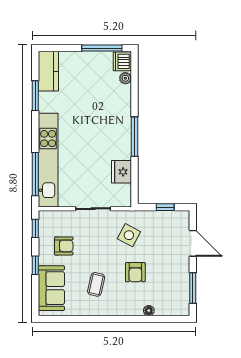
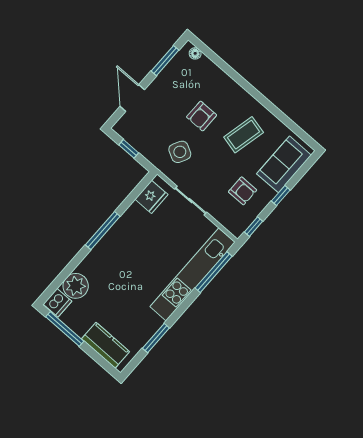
kitchen counter: (48, 71) -> (106, 345), moved, turned 90
plant: (125, 78) -> (76, 286), width x1.88, depth x1.88
fridge: (122, 172) -> (151, 197), moved
armchair: (64, 246) -> (243, 191), turned 180
armchair: (135, 272) -> (202, 116), turned 180
coffee table: (96, 284) -> (244, 135), width x1.36, depth x1.30
floor lamp: (149, 311) -> (195, 53), moved

